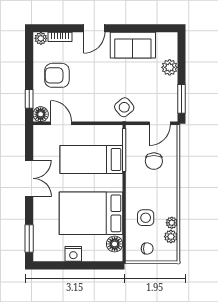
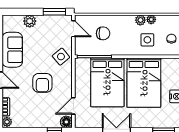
armchair: (57, 75) -> (42, 83), moved
bed: (91, 160) -> (107, 82), width x1.50
plant: (171, 237) -> (140, 20), moved
floor lamp: (115, 244) -> (168, 64), removed

